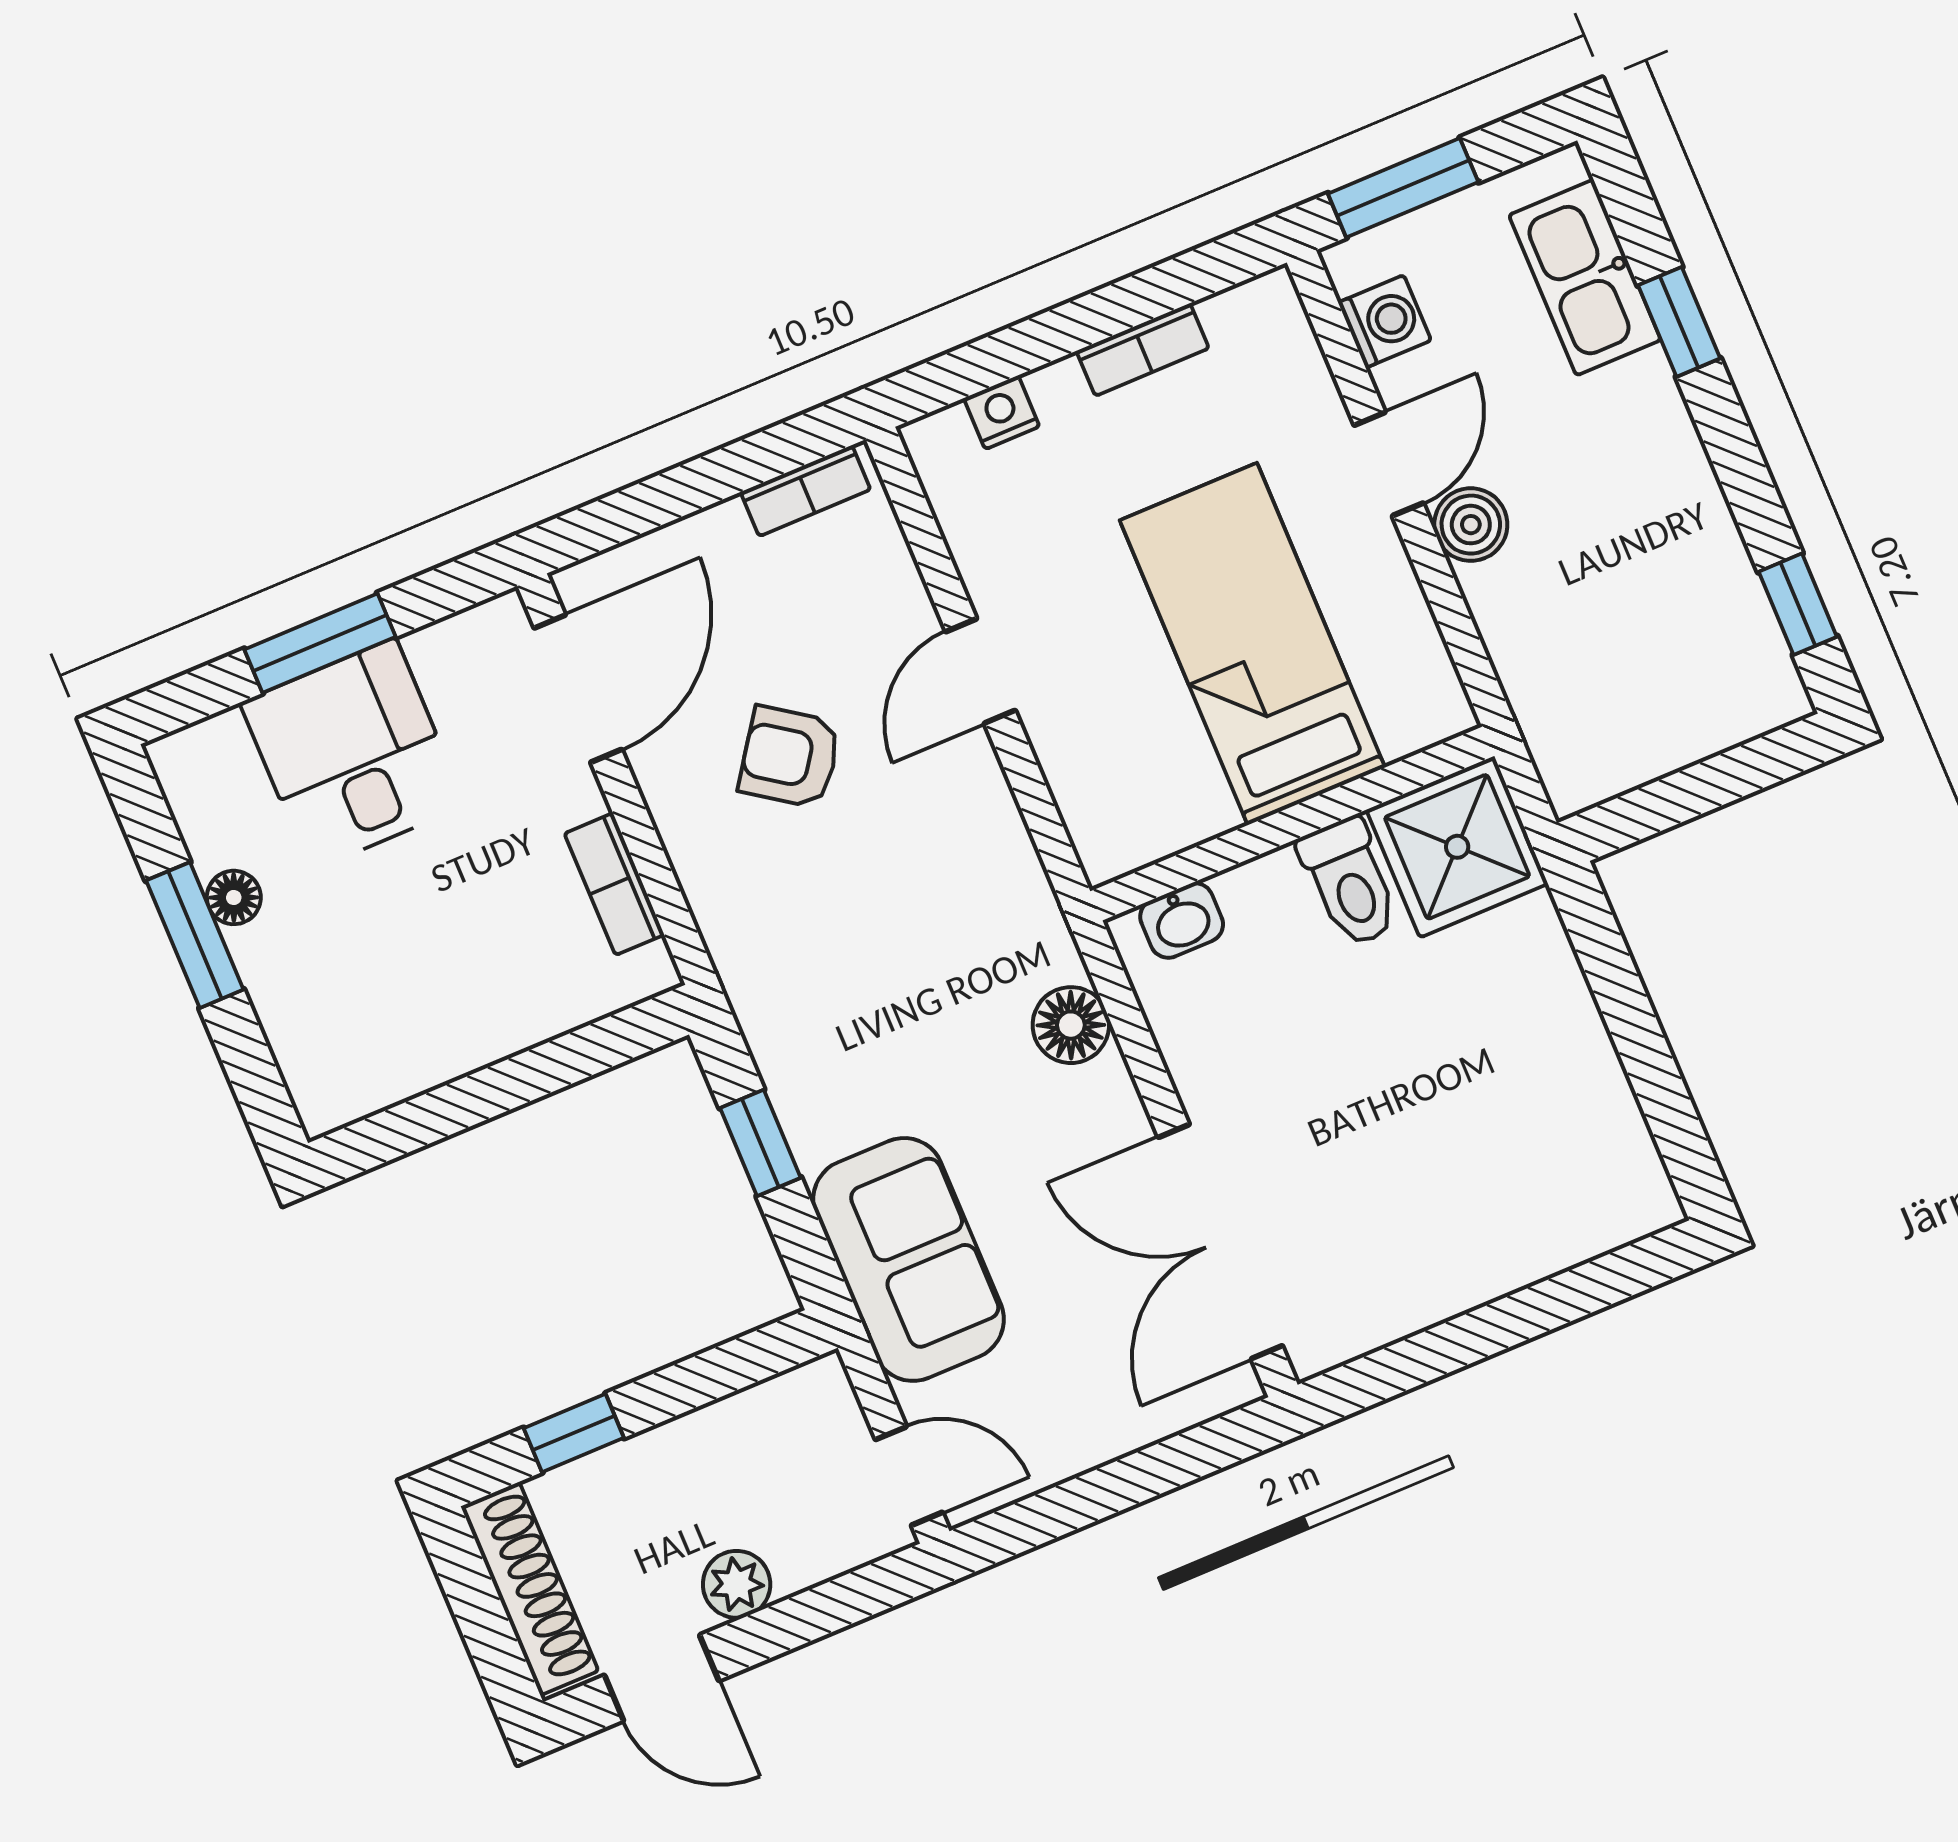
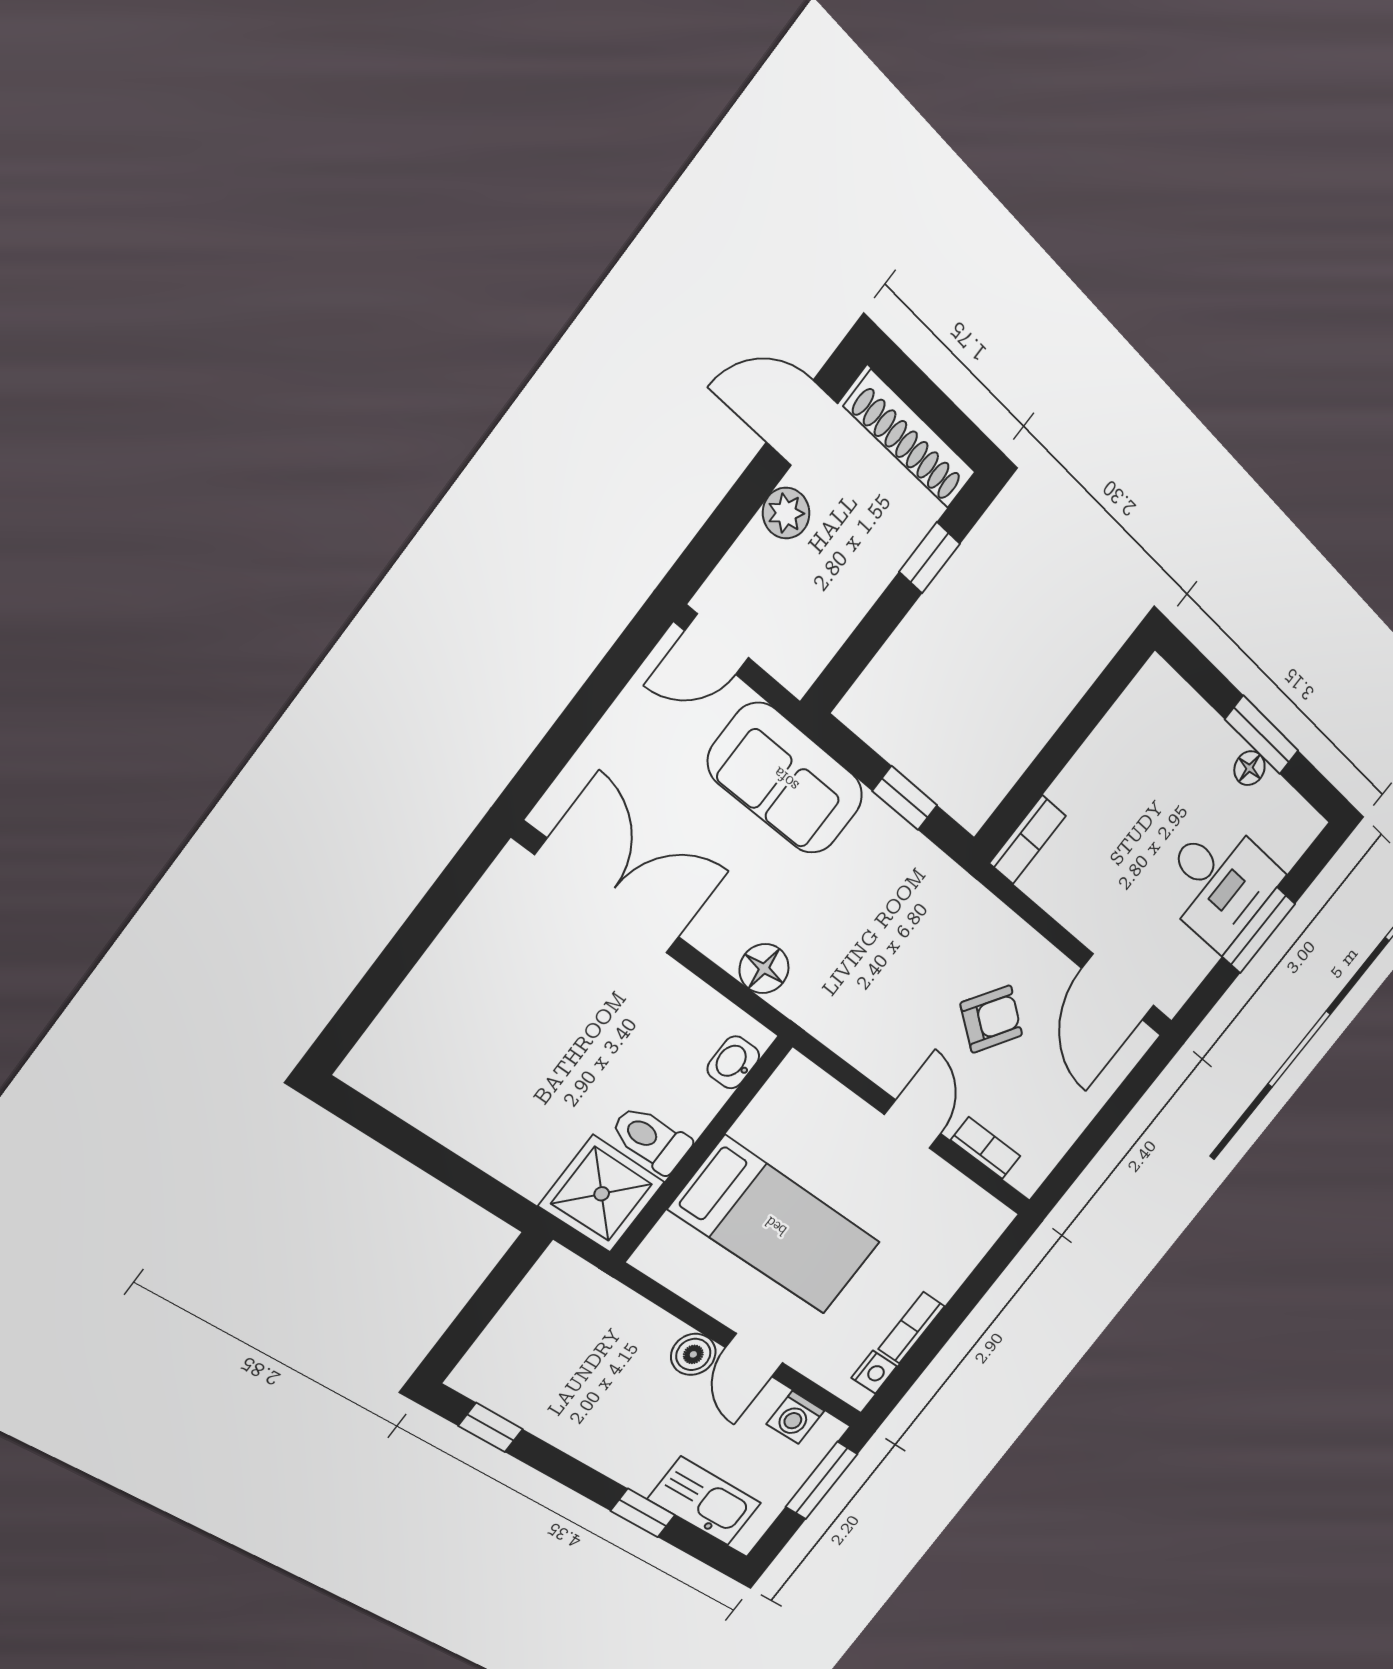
nightstand: (1002, 412) -> (874, 1372), moved
bookcase: (806, 491) -> (986, 1148), moved, turned 90
bookcase: (614, 884) -> (1028, 840), moved, turned 90

